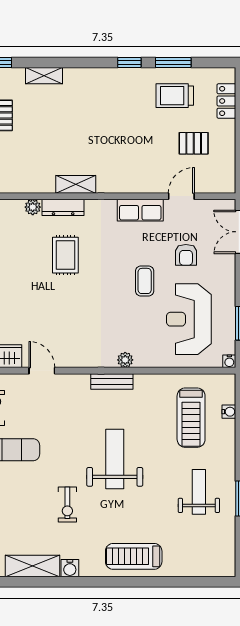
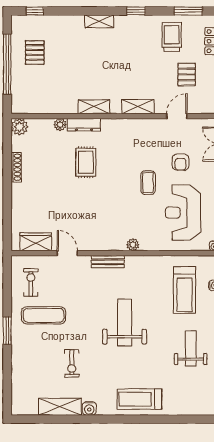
window: (173, 63) -> (188, 11), moved
shelving: (44, 76) -> (99, 21), moved
trolley: (175, 96) -> (172, 37), turned 90
pallet: (194, 143) -> (187, 74), turned 90
shelving: (132, 184) -> (138, 107), added
row of seats: (140, 210) -> (145, 127), removed
bench: (112, 382) -> (108, 262), moved
exercise bike: (67, 505) -> (72, 363), moved

